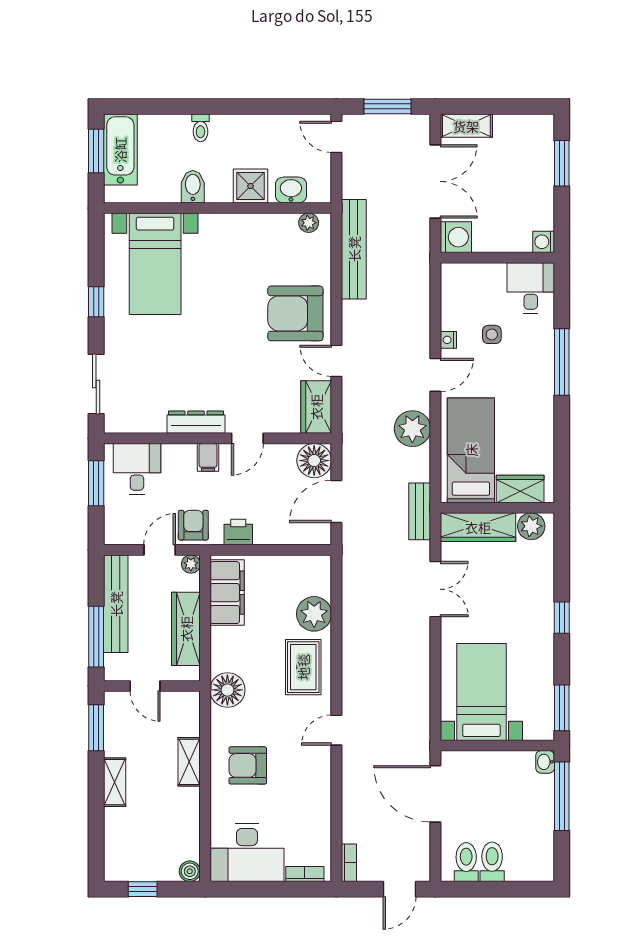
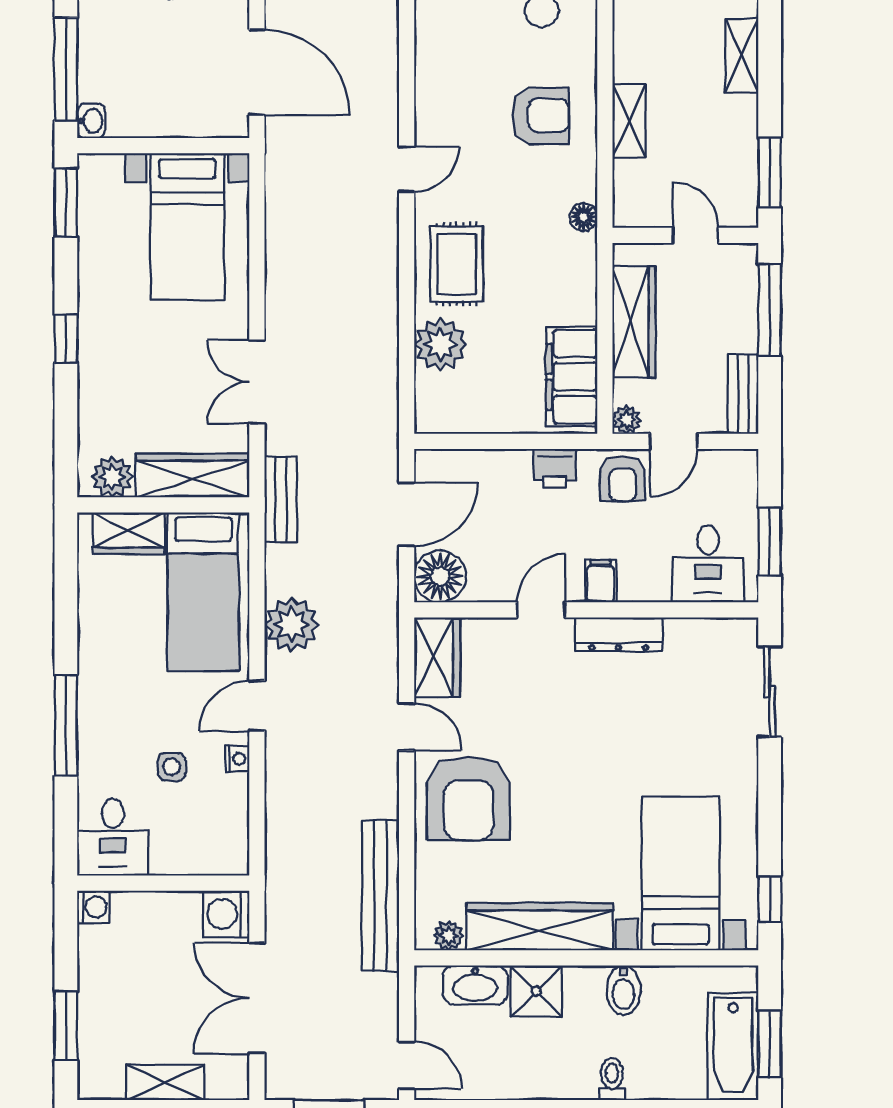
shelving: (466, 126) -> (165, 1082), moved
washbasin: (291, 190) -> (475, 985), width x1.38
wardrobe: (248, 229) -> (540, 927), added
window: (96, 302) -> (770, 899), moved
armchair: (295, 313) -> (468, 799), turned 90
bench: (116, 604) -> (743, 394), width x0.54, depth x0.82
floor lamp: (227, 690) -> (583, 217), width x0.53, depth x0.53
shelving: (115, 782) -> (742, 56), moved

